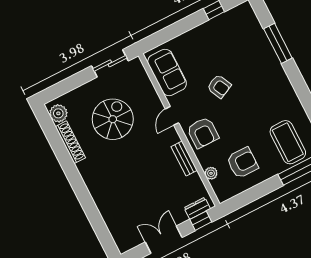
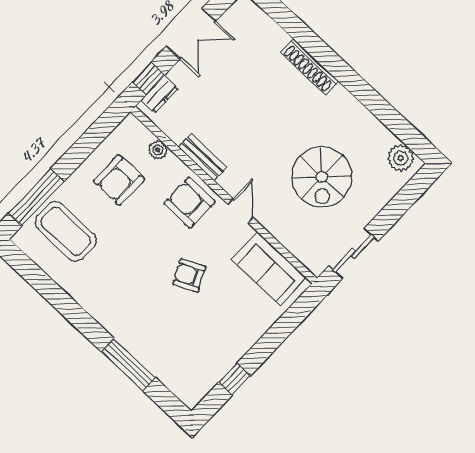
shoe rack: (70, 142) -> (310, 67), moved

